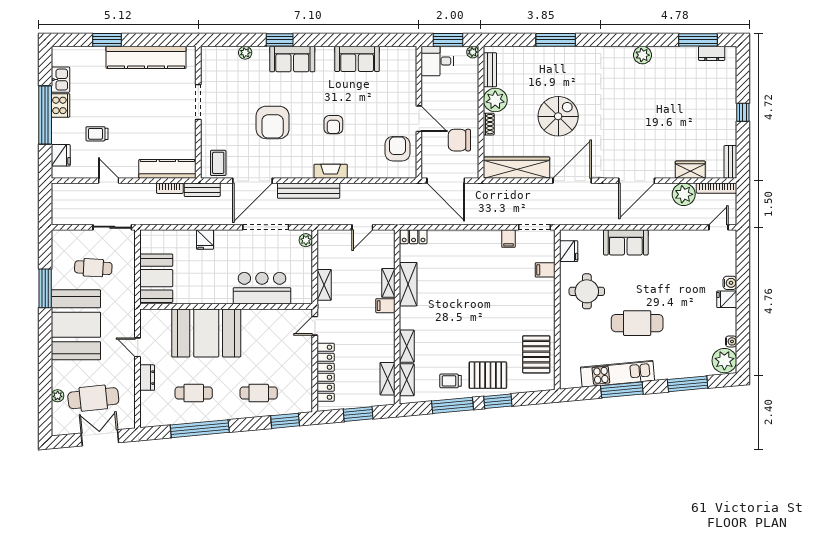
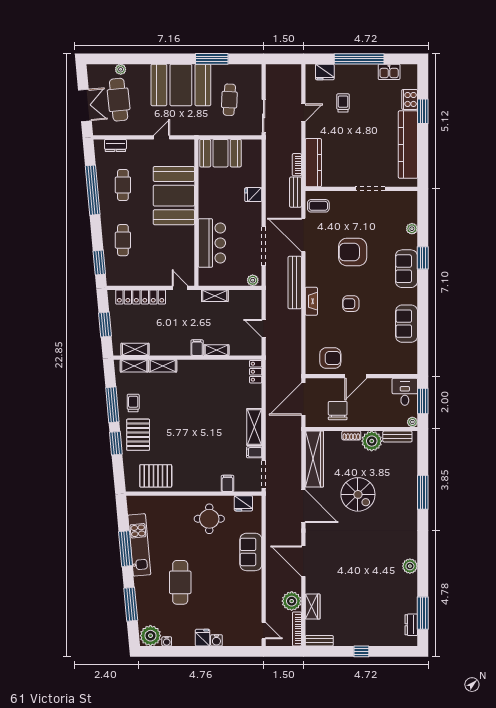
cooker: (61, 105) -> (410, 99), moved, turned 90
shelving: (408, 284) -> (254, 427), moved, turned 90
cafe table: (637, 323) -> (180, 582), moved
dresser: (147, 378) -> (115, 145), moved

